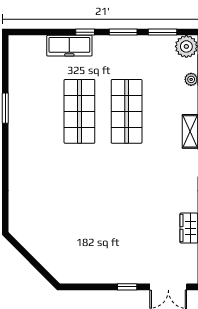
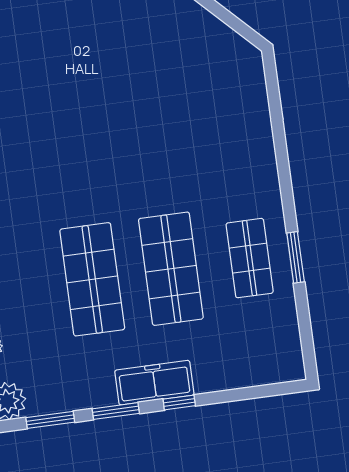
freezer: (69, 46) -> (154, 383), moved
shop shelf: (32, 111) -> (250, 258), added

